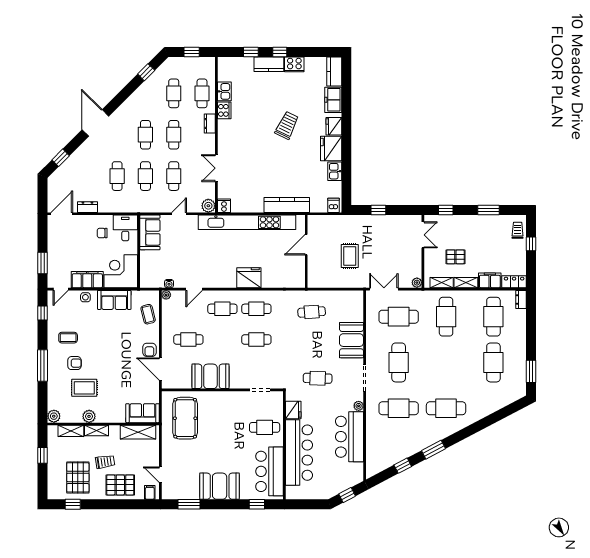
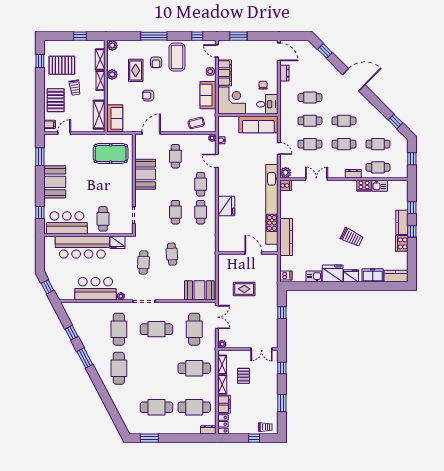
sofa: (150, 232) -> (258, 124), width x1.36
cafe table: (312, 312) -> (172, 254), moved
coffee table: (68, 338) -> (177, 57), width x1.86, depth x1.72
booth: (351, 340) -> (199, 290), moved
armchair: (149, 350) -> (148, 96), moved

